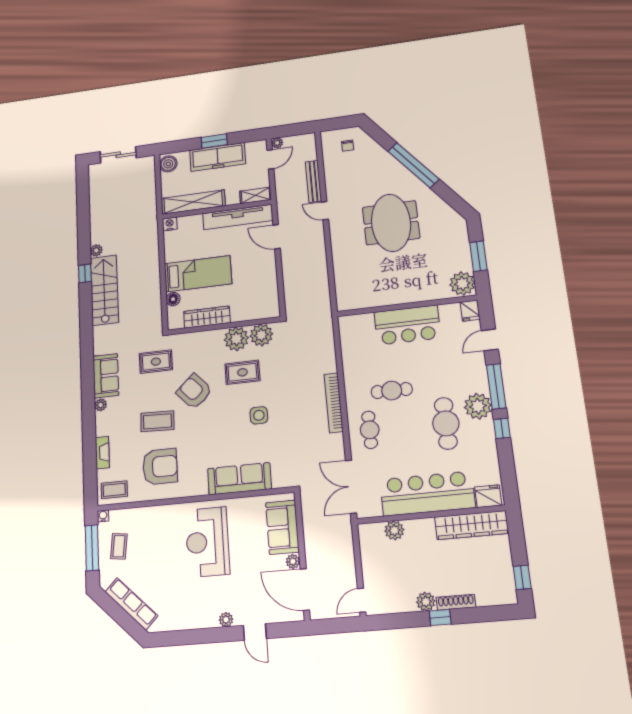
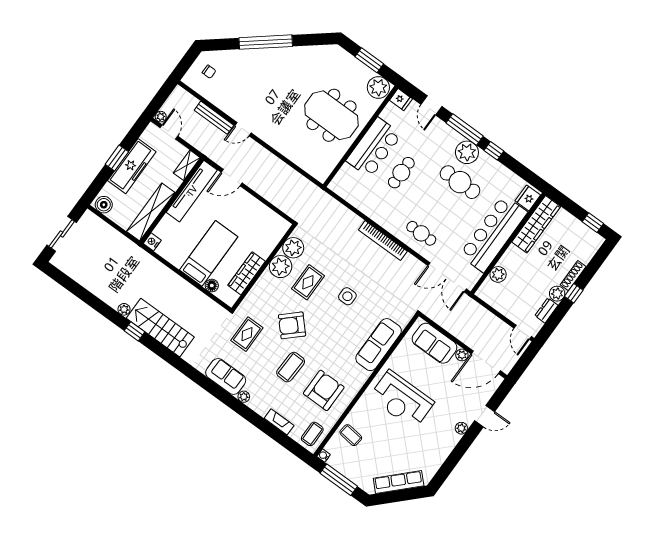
meeting table: (391, 223) -> (331, 115), moved
cafe table: (392, 391) -> (401, 173), moved
coffee table: (119, 546) -> (351, 435), moved
dresser: (401, 605) -> (546, 310), added

